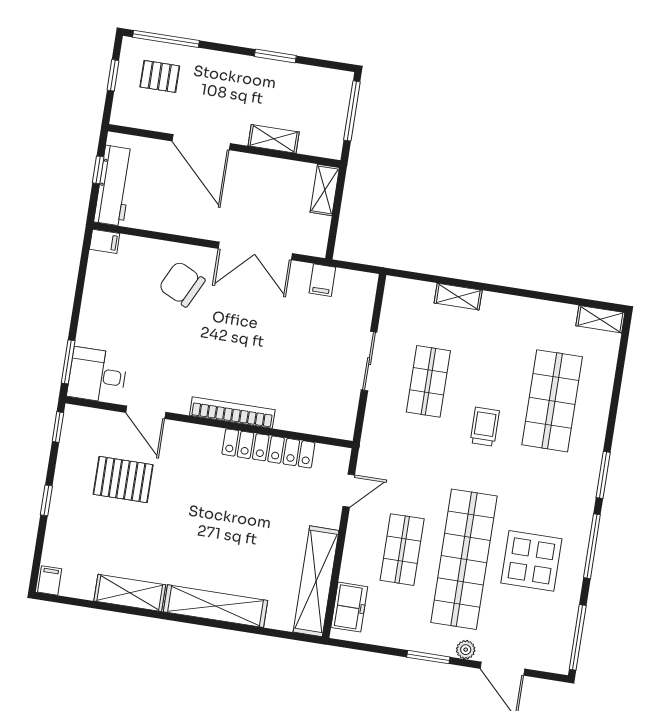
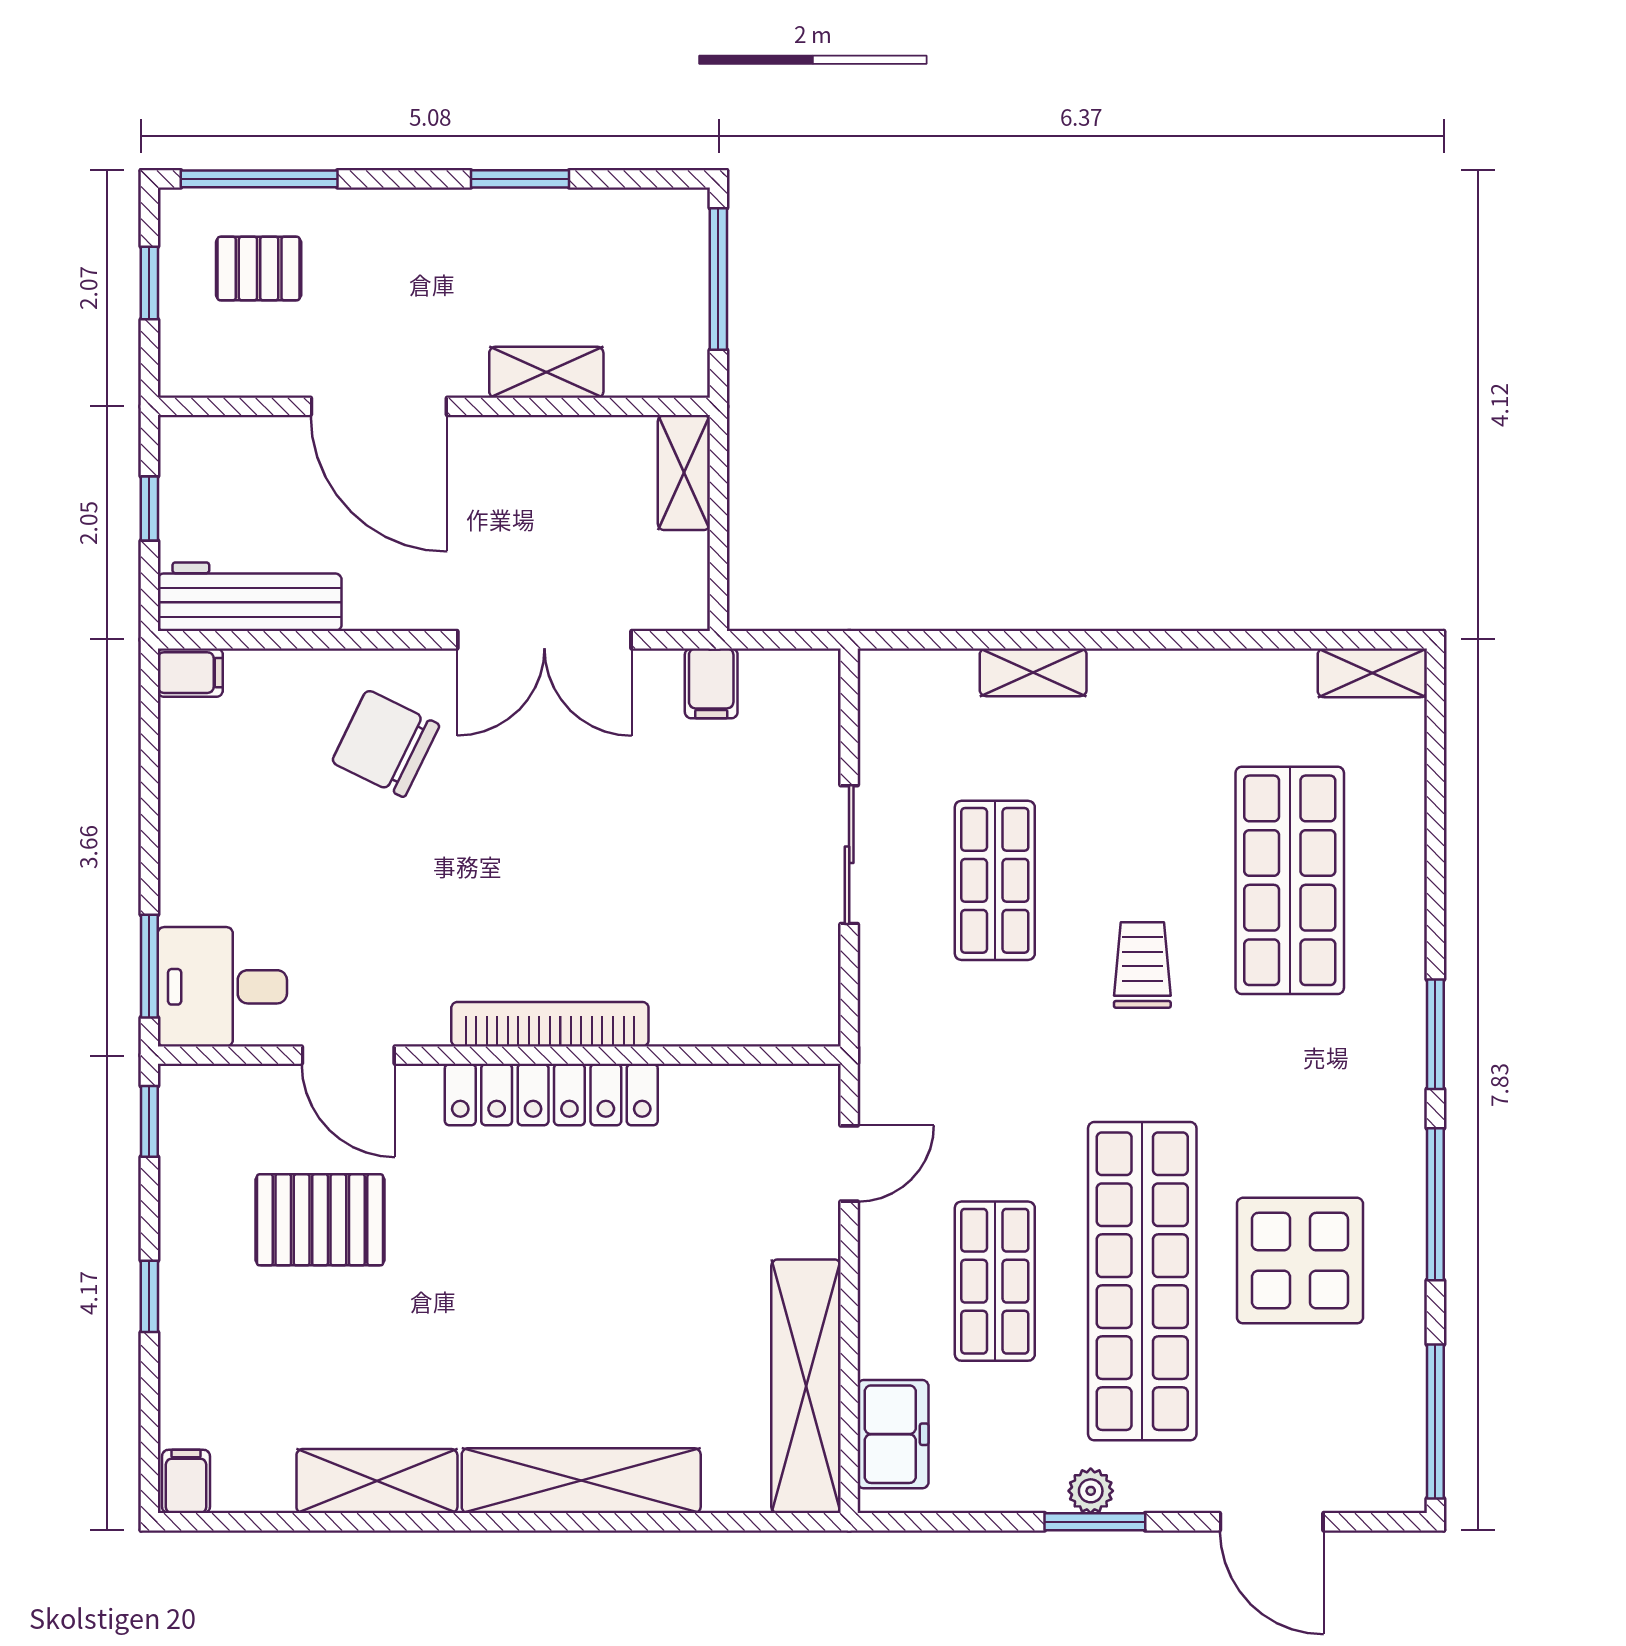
workbench: (114, 186) -> (250, 597), moved, turned -90
locker: (268, 448) -> (551, 1095), moved
plant: (466, 650) -> (1091, 1491), moved

